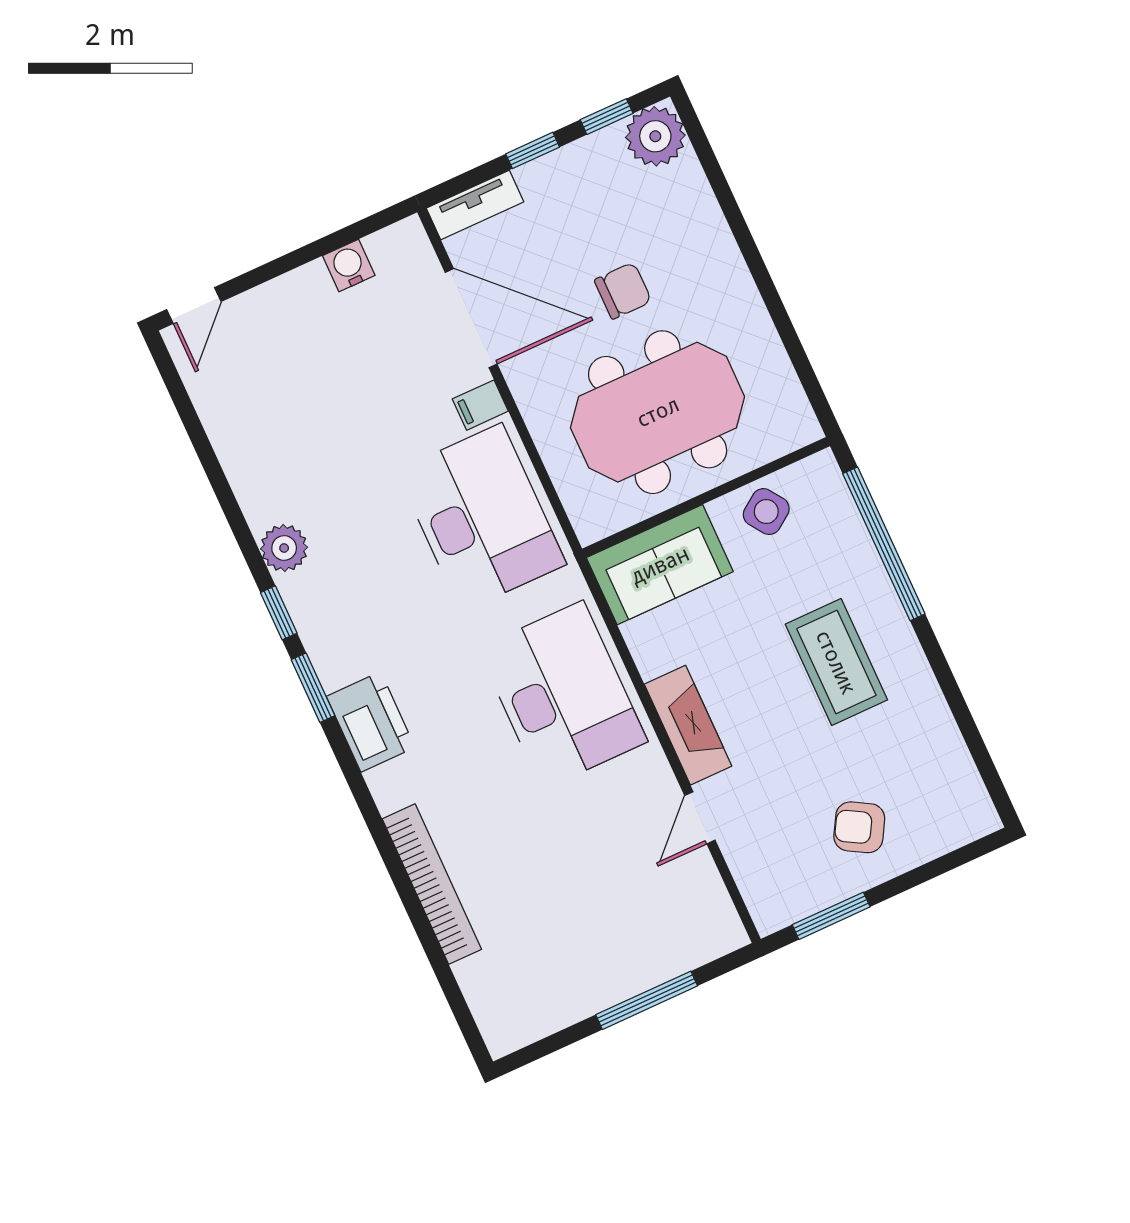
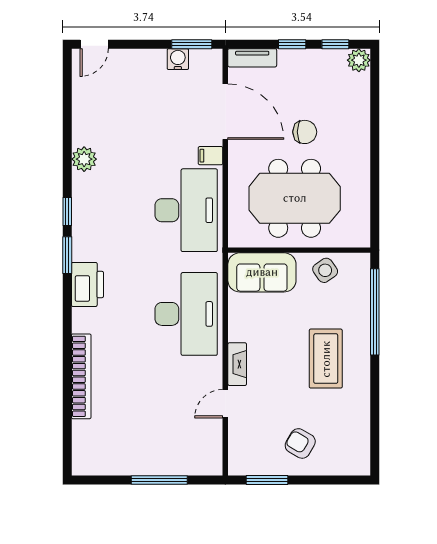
plant: (655, 136) -> (359, 60), width x0.73, depth x0.73
window: (361, 229) -> (192, 44), added
plant: (284, 548) -> (84, 159), moved
fireplace: (688, 725) -> (237, 364), width x0.73, depth x0.76

